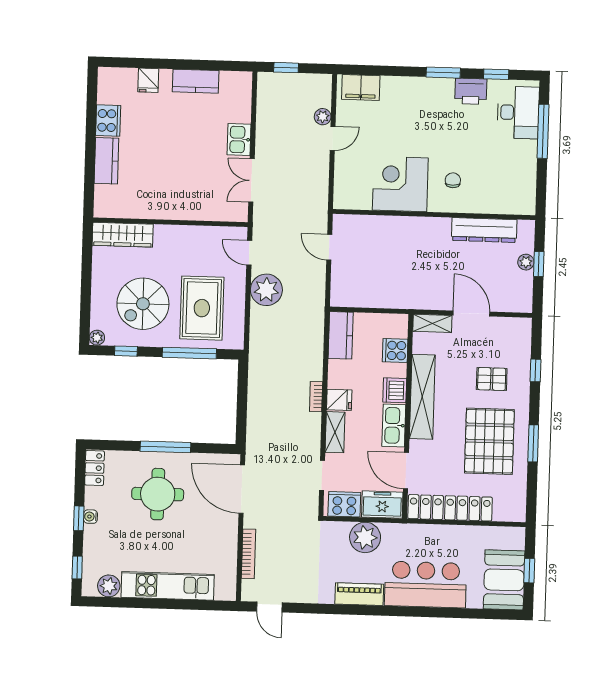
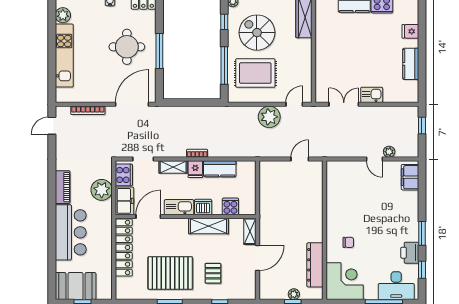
corner desk: (400, 184) -> (345, 281), moved
kitchen counter: (341, 335) -> (220, 169), moved
shelving: (422, 397) -> (209, 226), width x0.68

